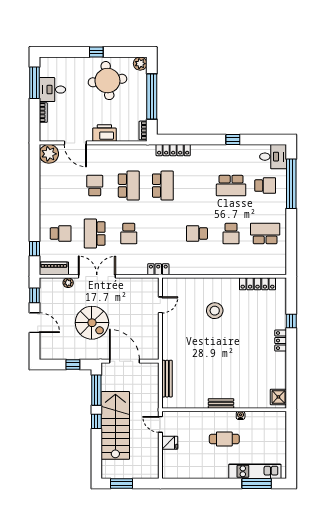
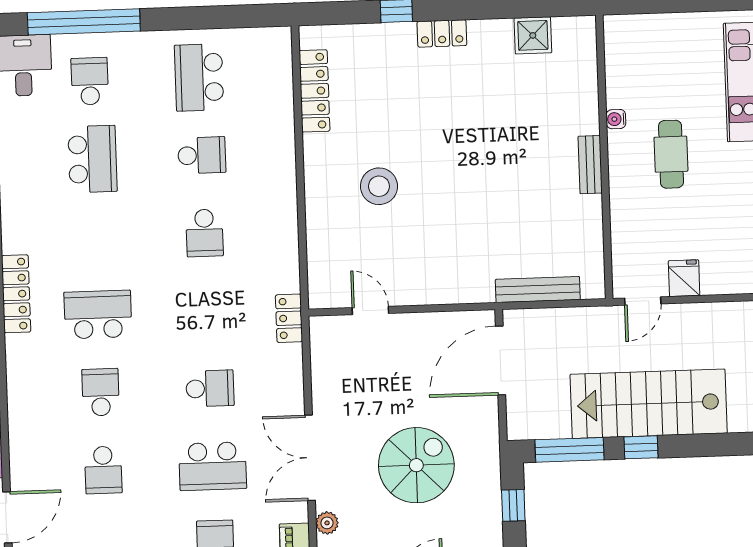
school desk: (95, 186) -> (103, 470), turned -90
school desk: (129, 186) -> (101, 392), width x0.54
door: (124, 361) -> (500, 360), moved
shower: (278, 397) -> (533, 35), moved

